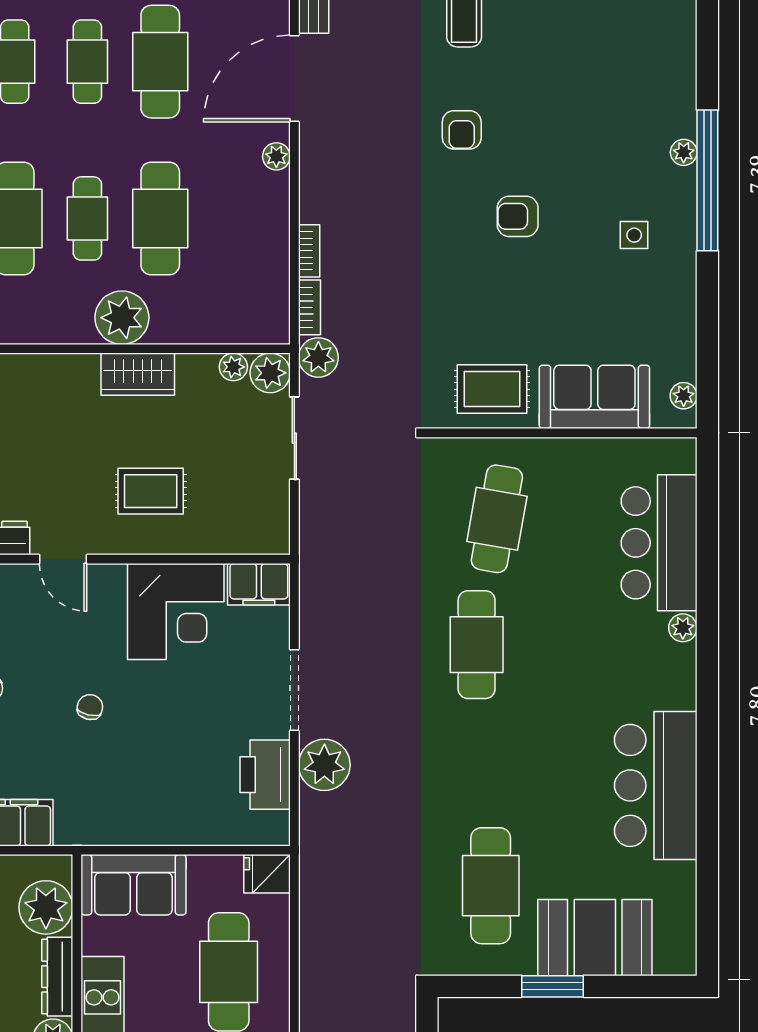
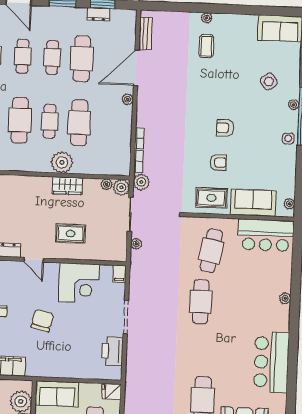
side table: (621, 98) -> (269, 81), added
armchair: (462, 130) -> (218, 162), moved, turned -90
side table: (634, 235) -> (288, 138), moved
bar counter: (659, 543) -> (266, 235), moved, turned -90
filing cabinet: (259, 584) -> (120, 274), width x0.50
chair: (90, 707) -> (42, 321), width x1.87, depth x1.87
plant: (324, 765) -> (136, 244), moved, width x0.53, depth x0.53

